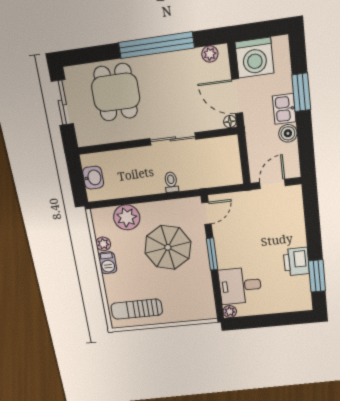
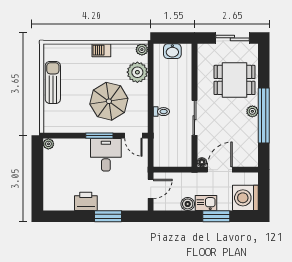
plant: (210, 54) -> (252, 111), moved
washing machine: (255, 58) -> (245, 198), moved
door: (272, 184) -> (151, 189), hinge flipped
plant: (103, 244) -> (142, 50), moved
window: (317, 276) -> (108, 216), moved
desk: (240, 286) -> (106, 155), moved
sun lounger: (137, 309) -> (53, 82), moved

